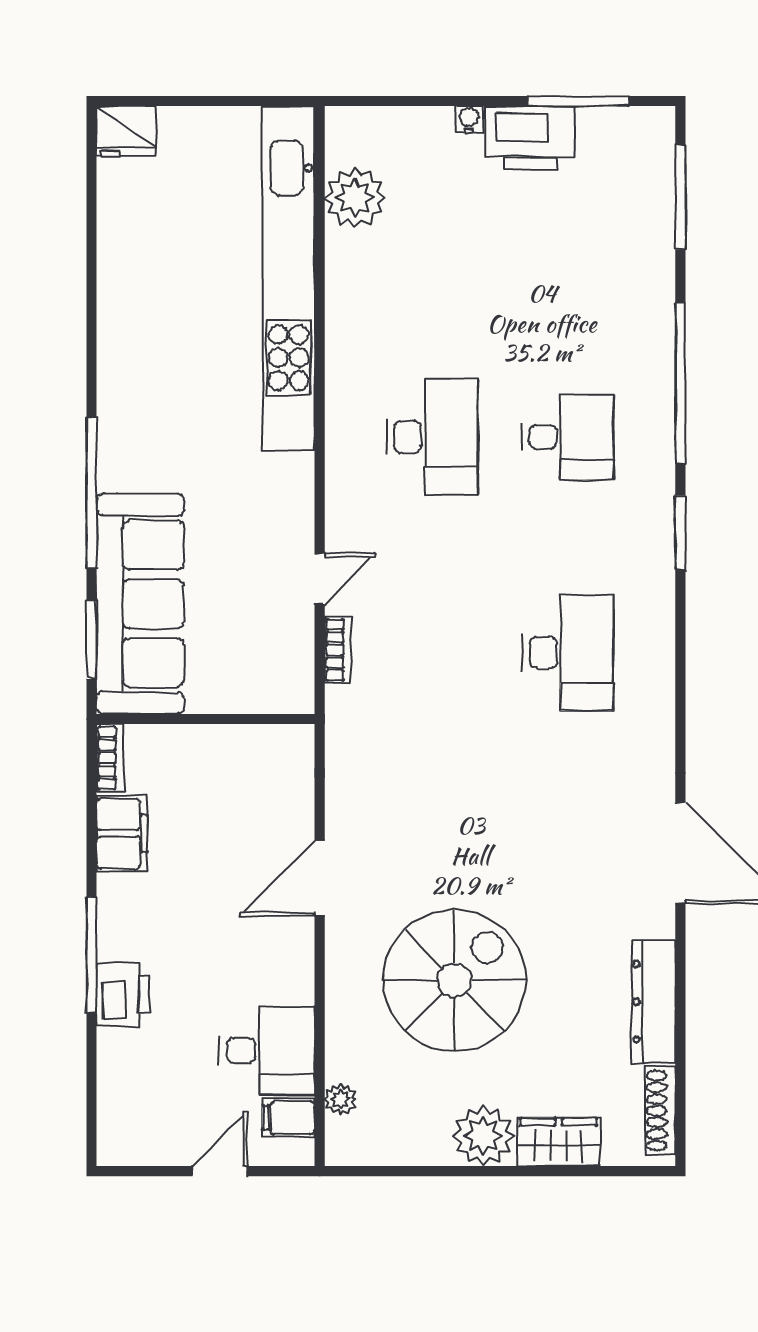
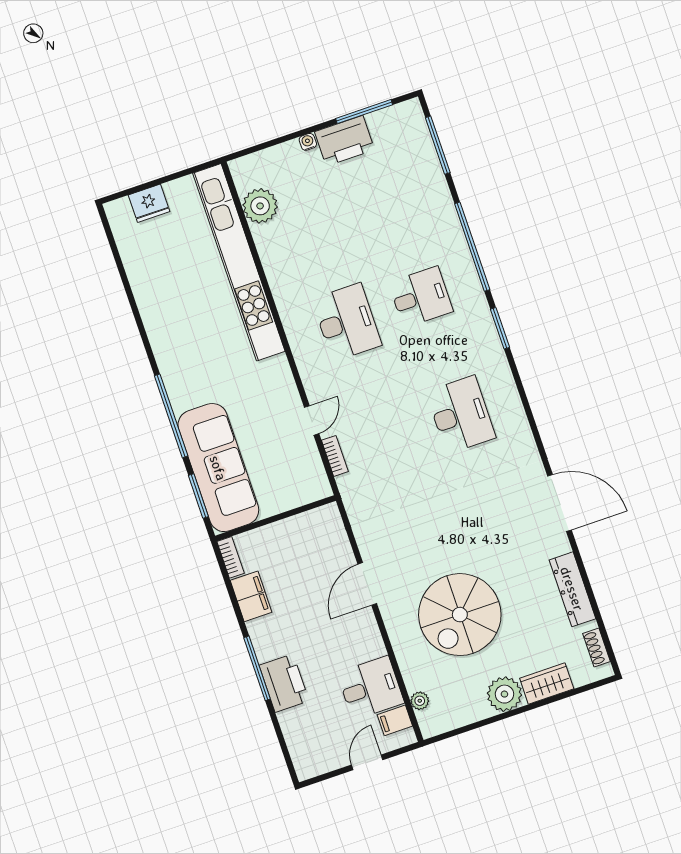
fridge: (126, 131) -> (149, 203), moved
spiral stairs: (455, 980) -> (460, 615), turned 180
printer: (123, 995) -> (284, 683), width x1.37, depth x1.19
shoe rack: (660, 1111) -> (596, 647), width x0.70

